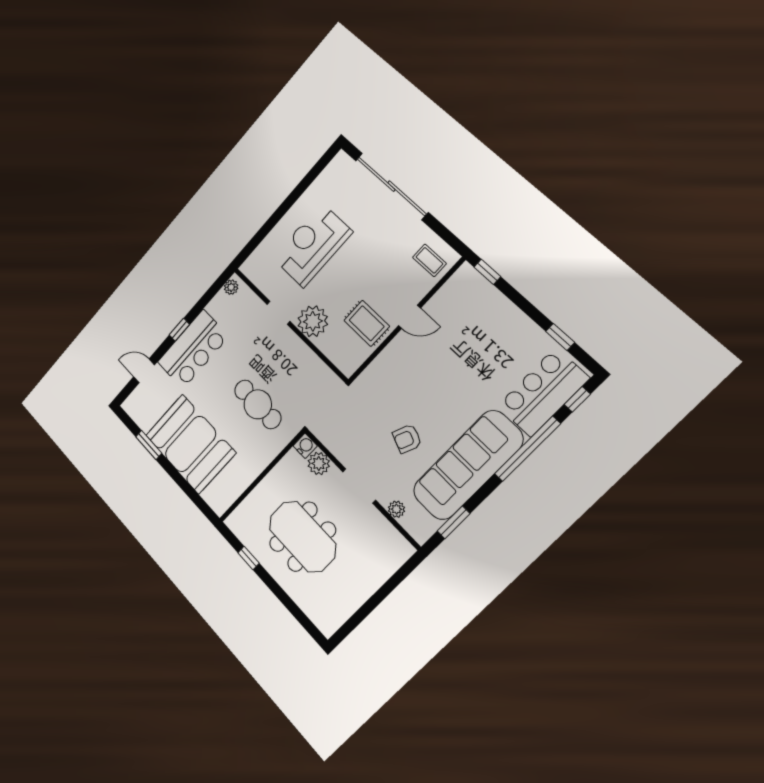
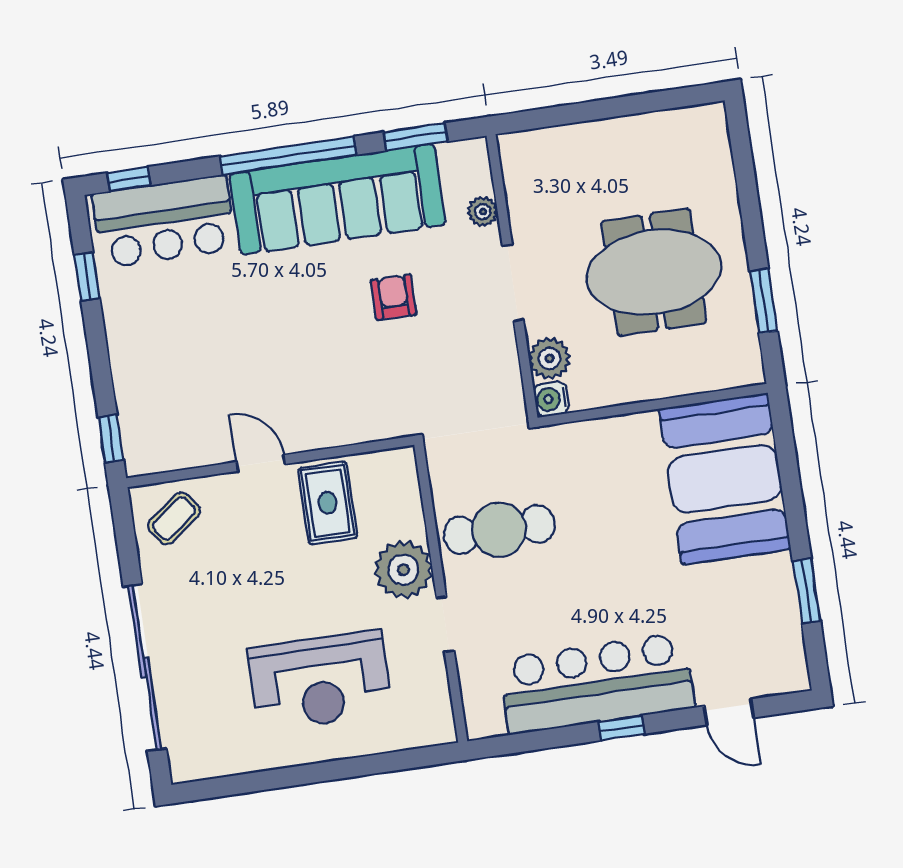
coffee table: (429, 260) -> (174, 518), turned 53
plant: (231, 287) -> (490, 723), removed
bar counter: (193, 349) -> (597, 683), width x1.36
cafe table: (258, 404) -> (499, 530), moved, turned 90
armchair: (407, 439) -> (394, 297), turned -112
booth: (190, 444) -> (725, 479), moved
window: (527, 449) -> (288, 156), moved
meeting table: (302, 537) -> (654, 272), turned 90
window: (249, 558) -> (764, 301), width x1.50

